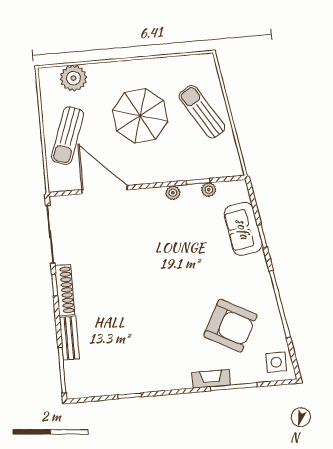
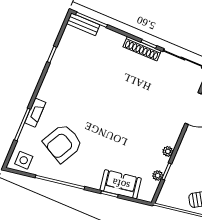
bench: (69, 338) -> (83, 24), moved

